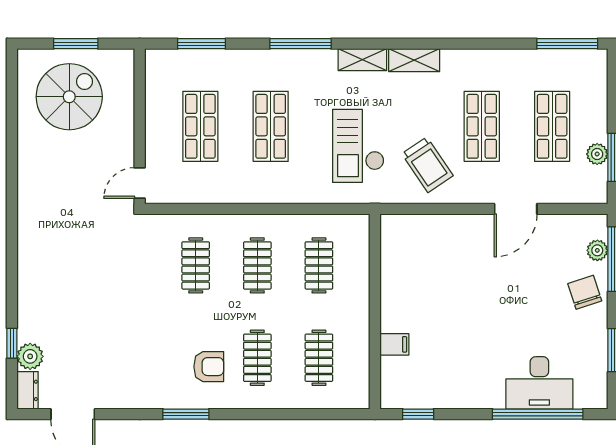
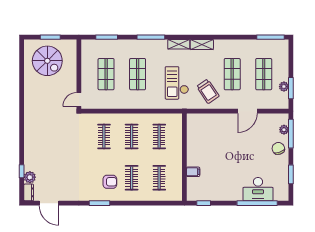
spiral stairs: (69, 97) -> (47, 61), turned 90

